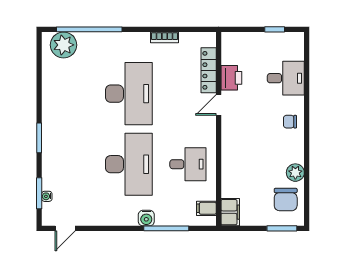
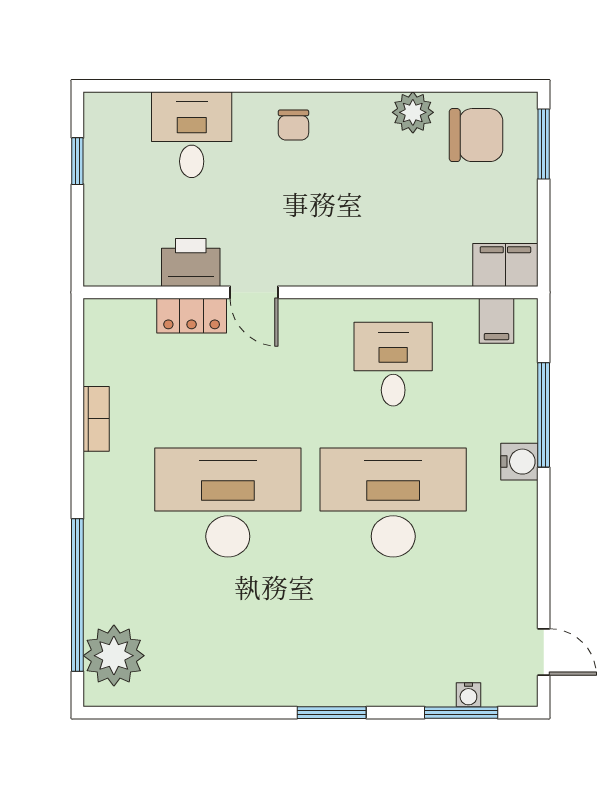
locker: (209, 70) -> (192, 316), width x0.66

